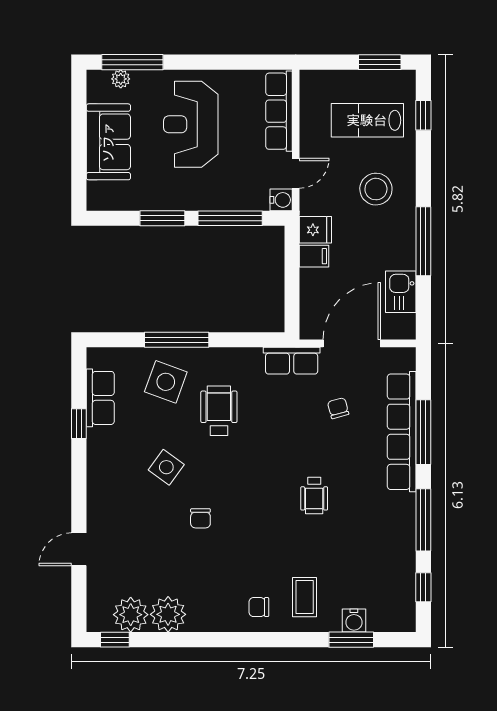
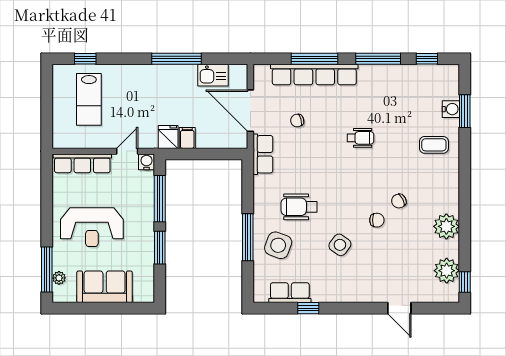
window: (380, 62) -> (47, 90), removed
door: (296, 173) -> (127, 151), hinge flipped
stool: (376, 189) -> (139, 93), removed
chair: (259, 607) -> (399, 201), moved, turned 64
plant: (168, 614) -> (446, 226), moved

